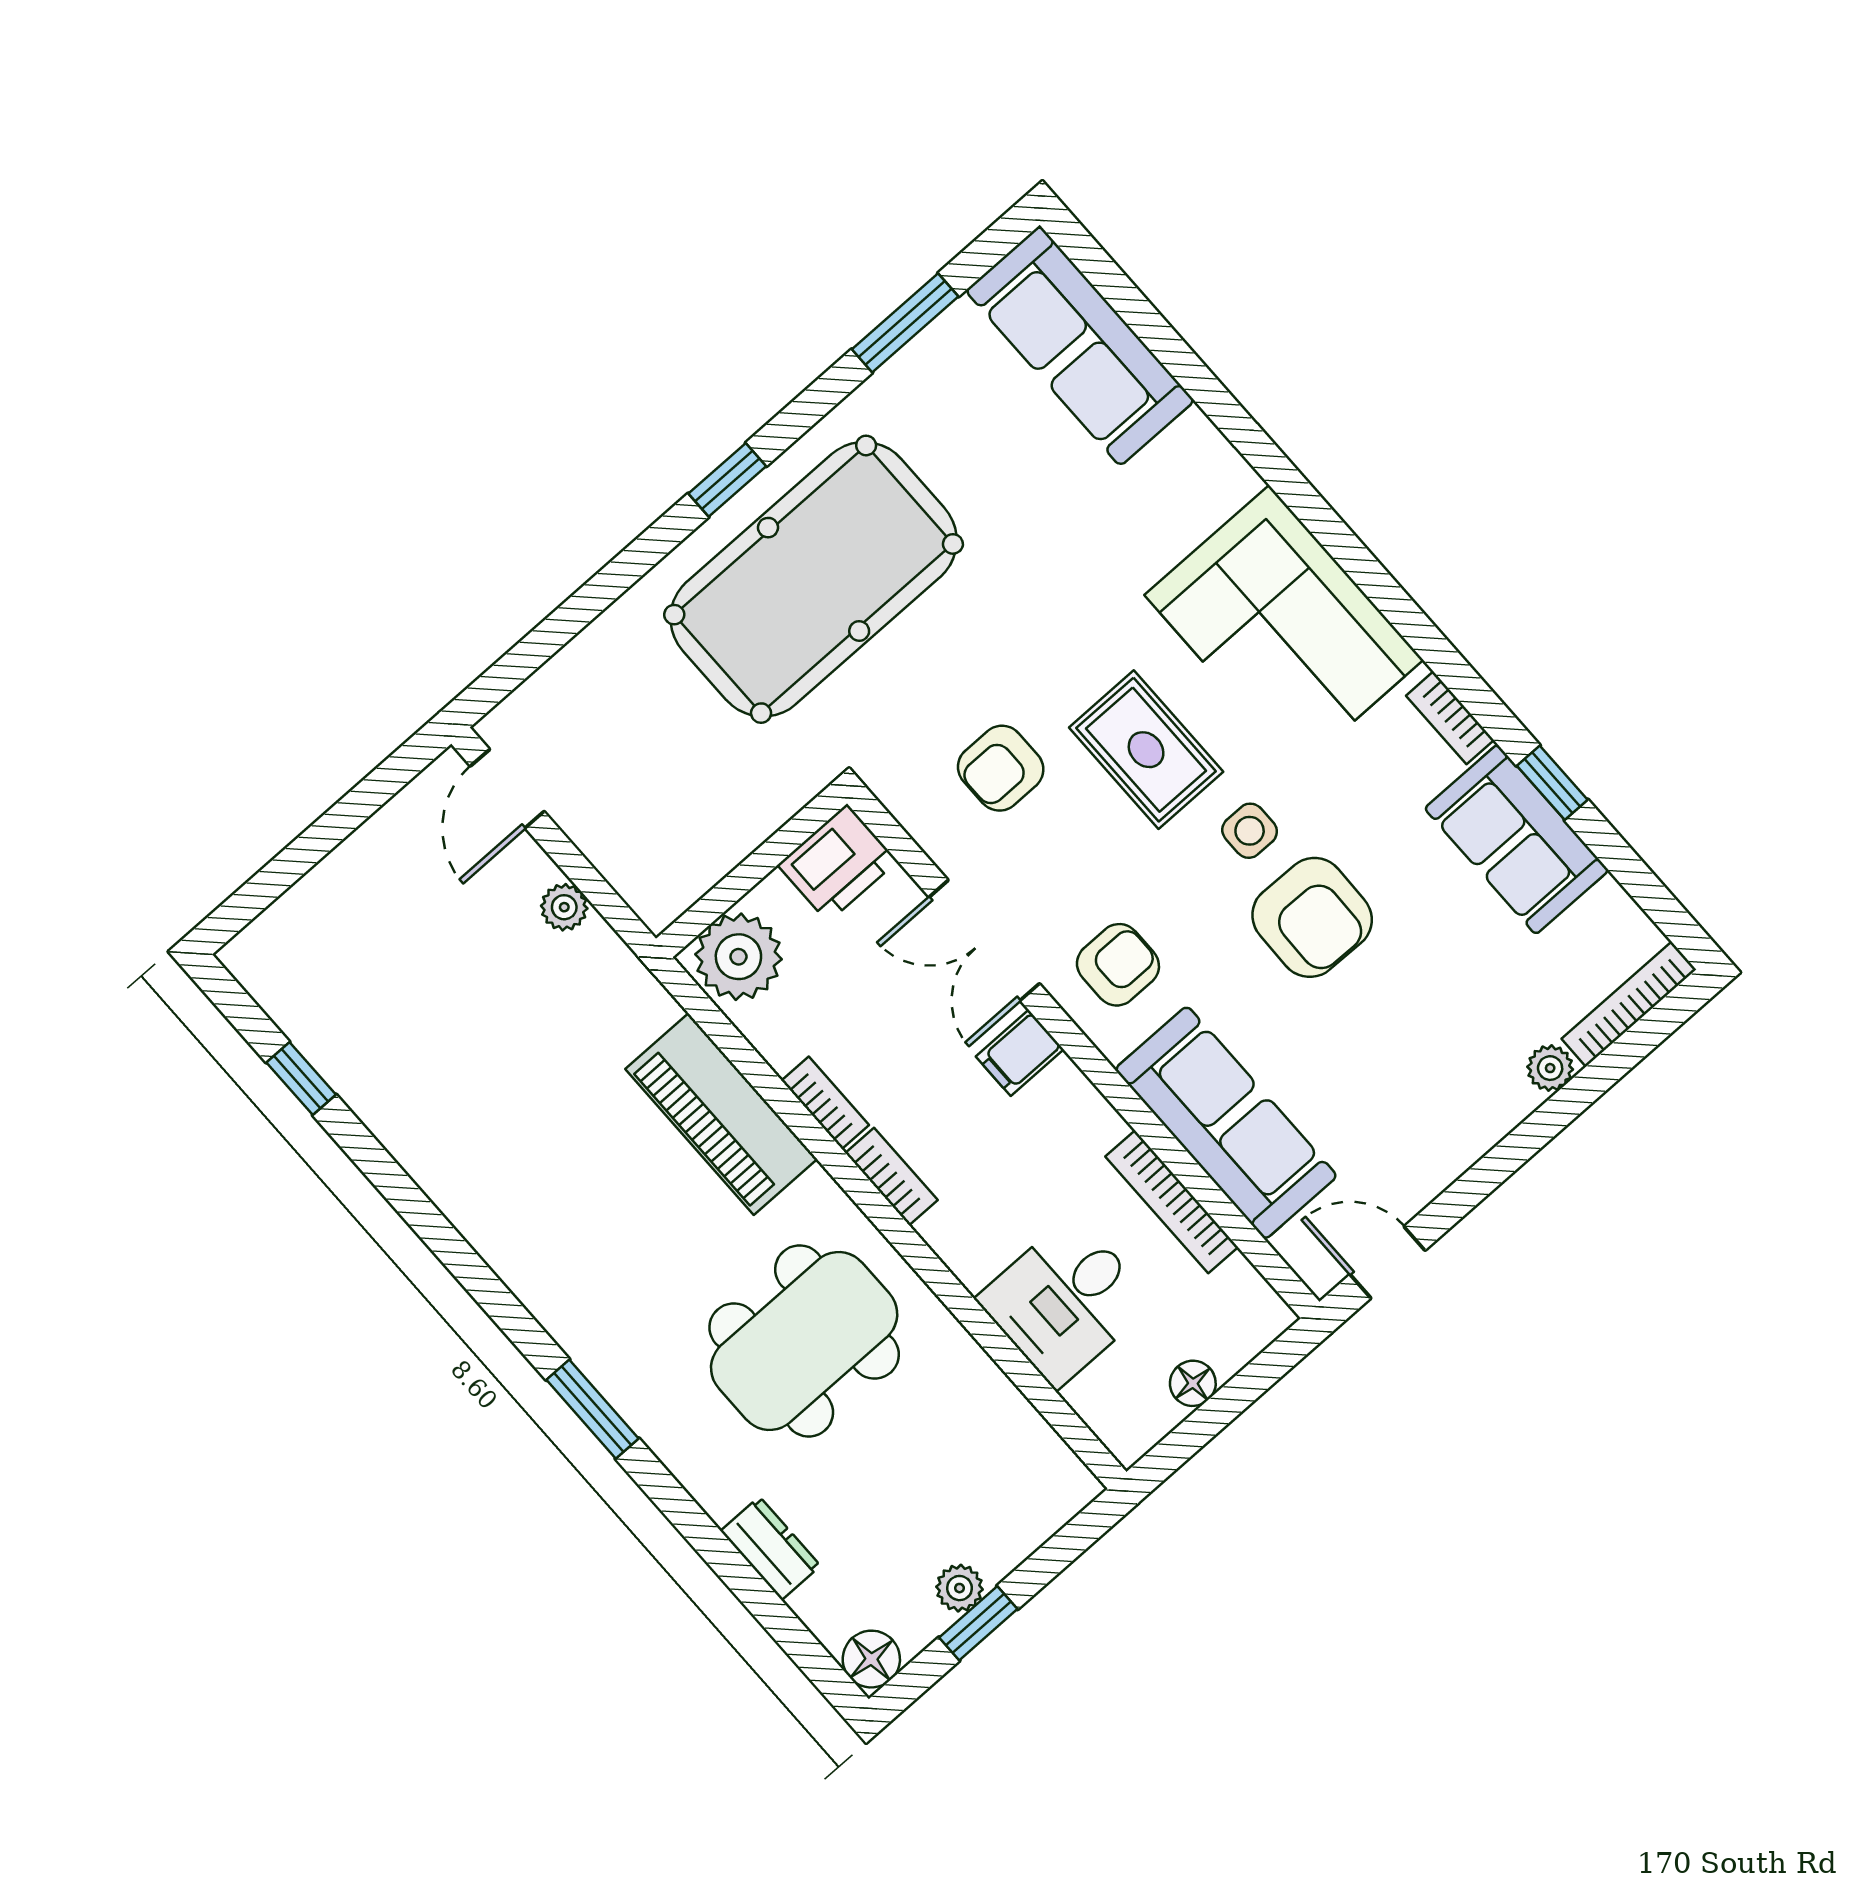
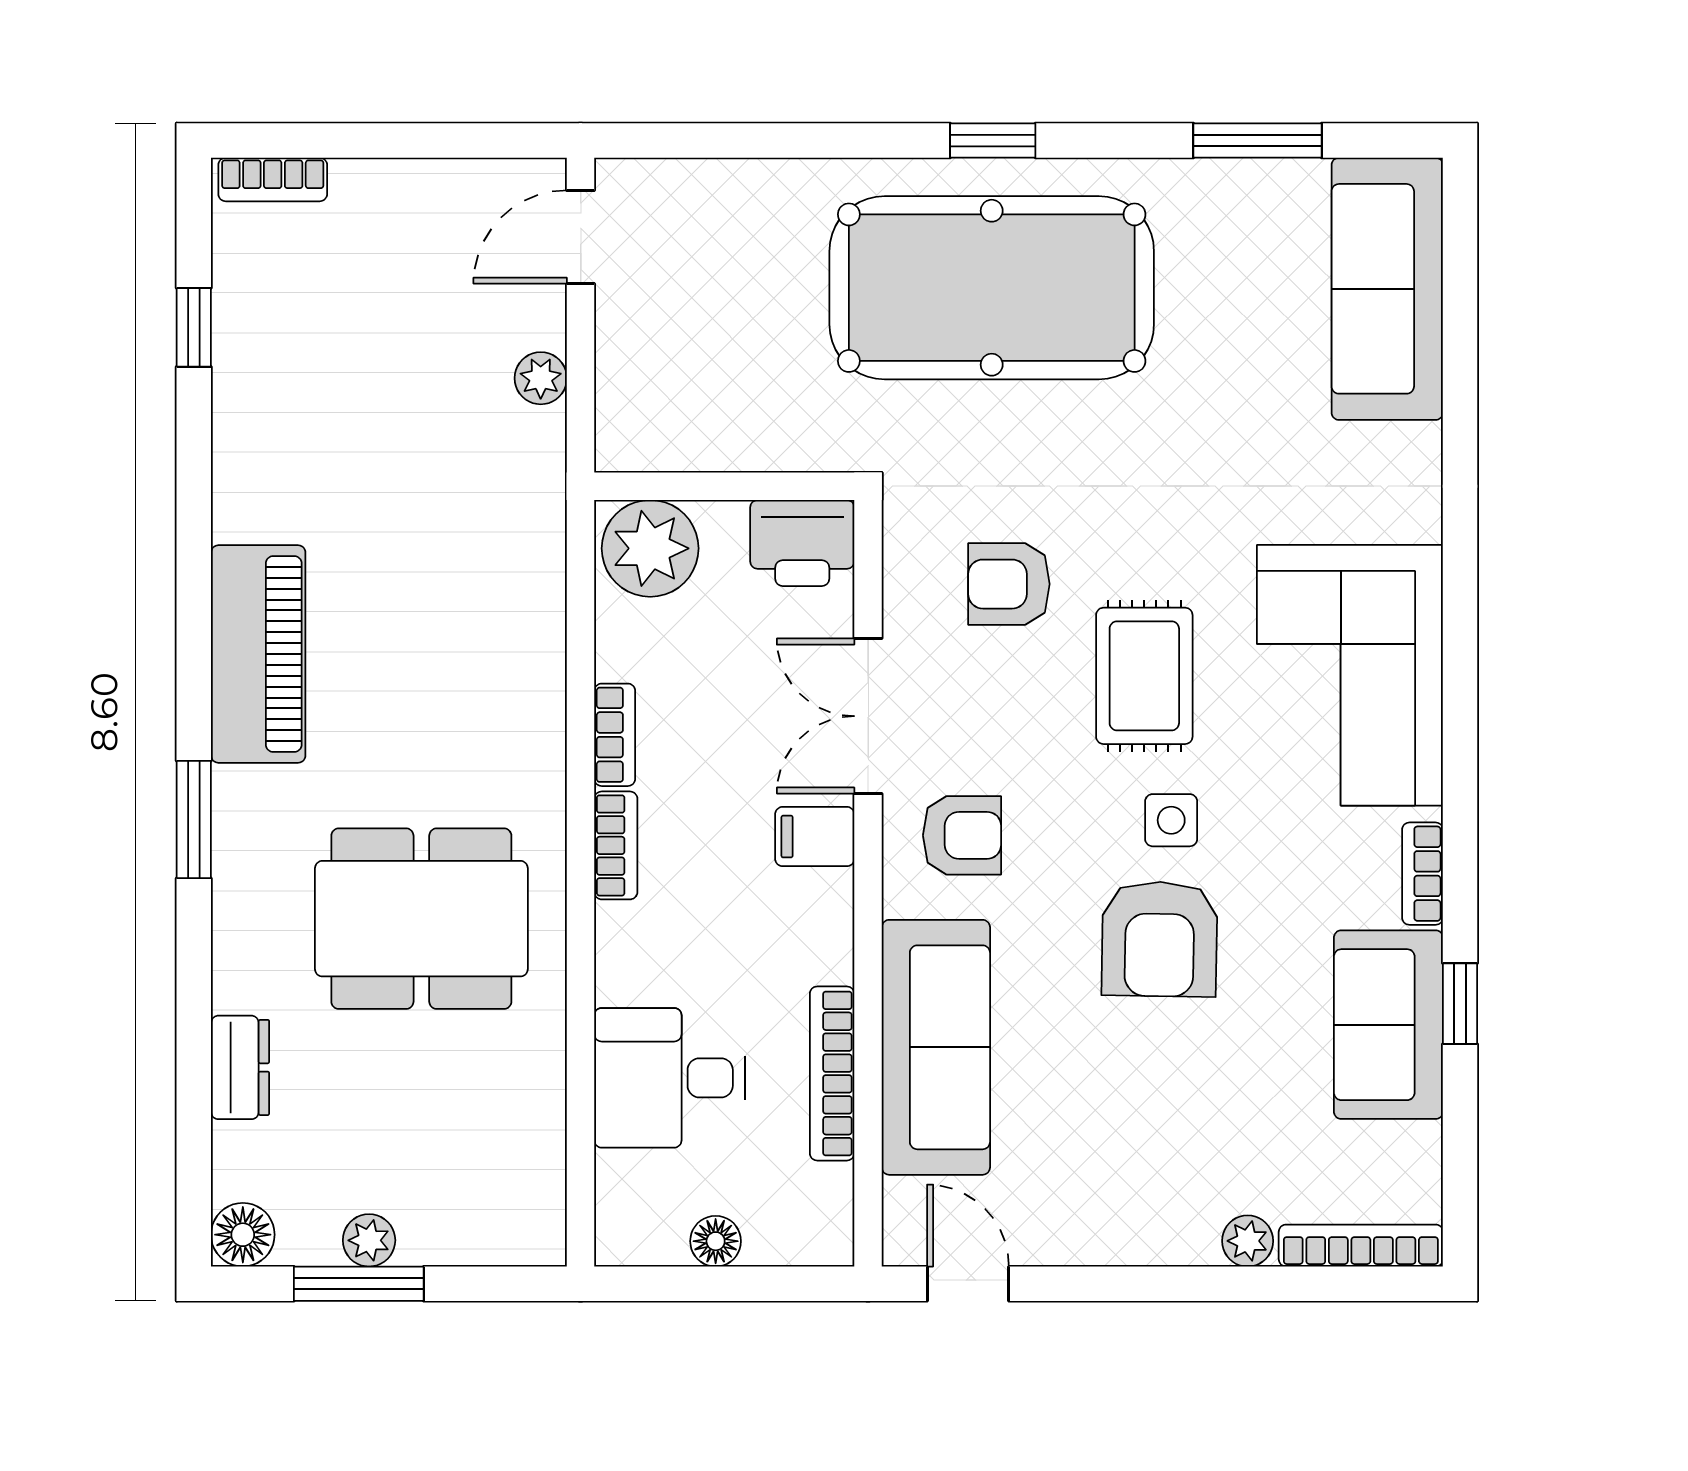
bookcase: (266, 932) -> (273, 179), added
piano: (721, 1114) -> (258, 654), moved, turned 180
window: (978, 1623) -> (359, 1284), width x1.50

